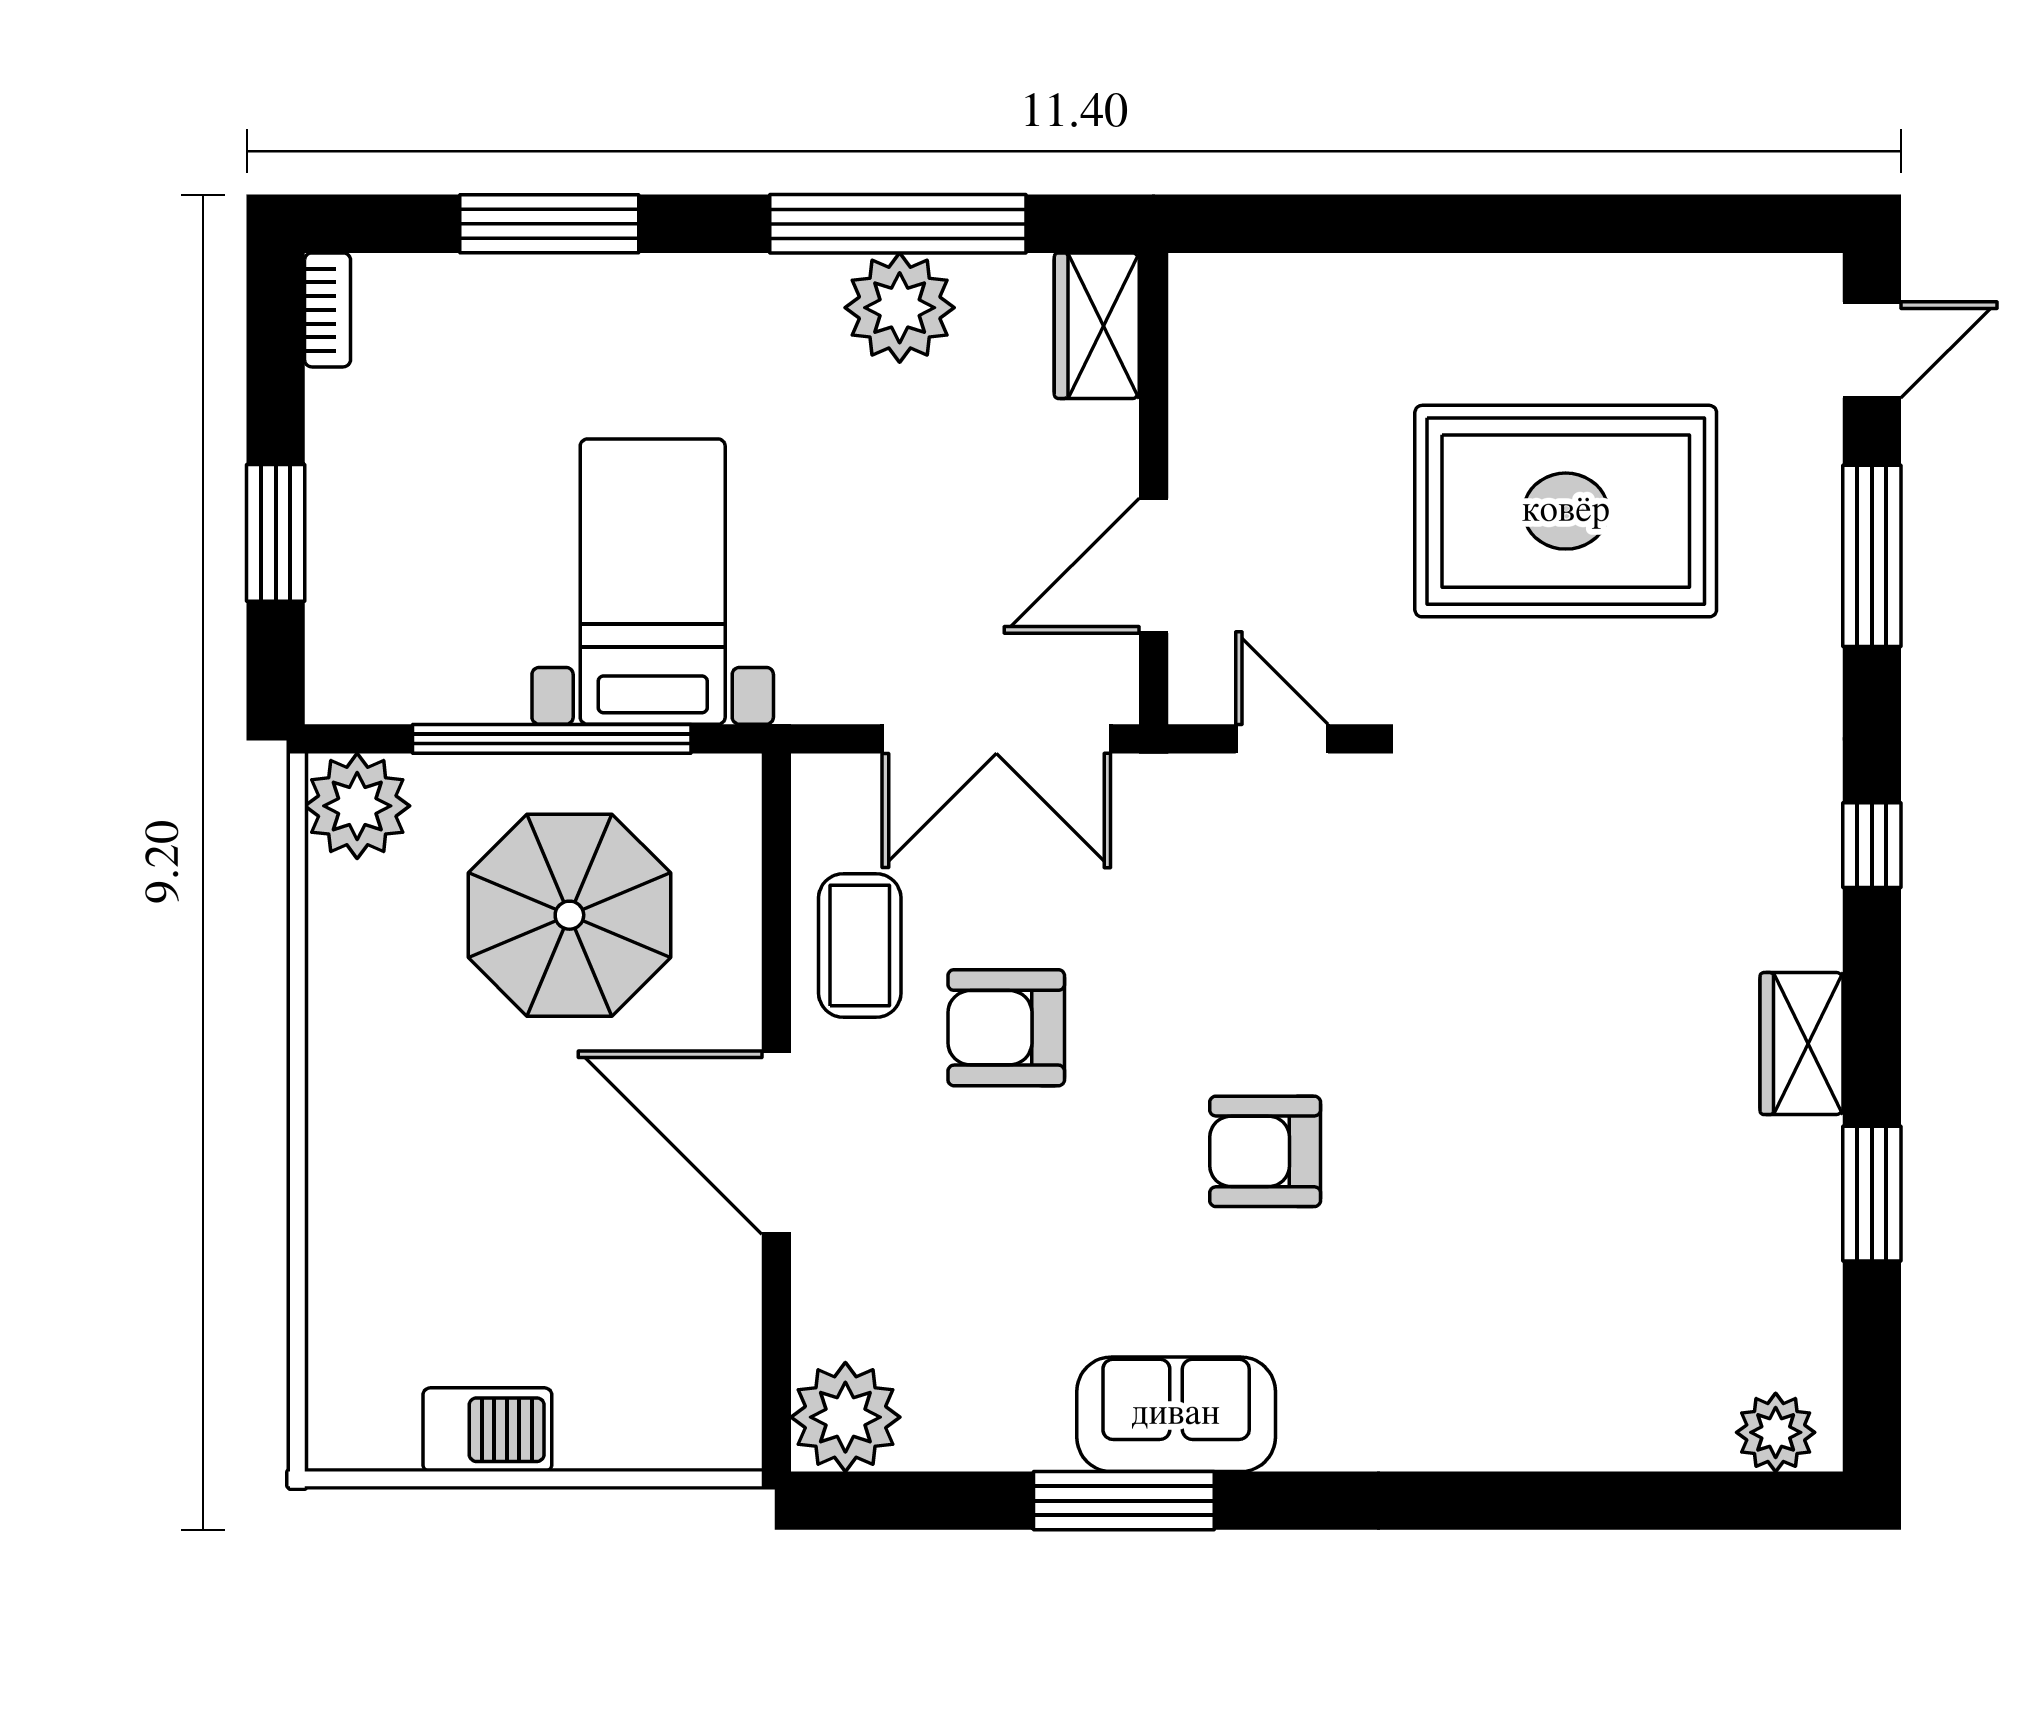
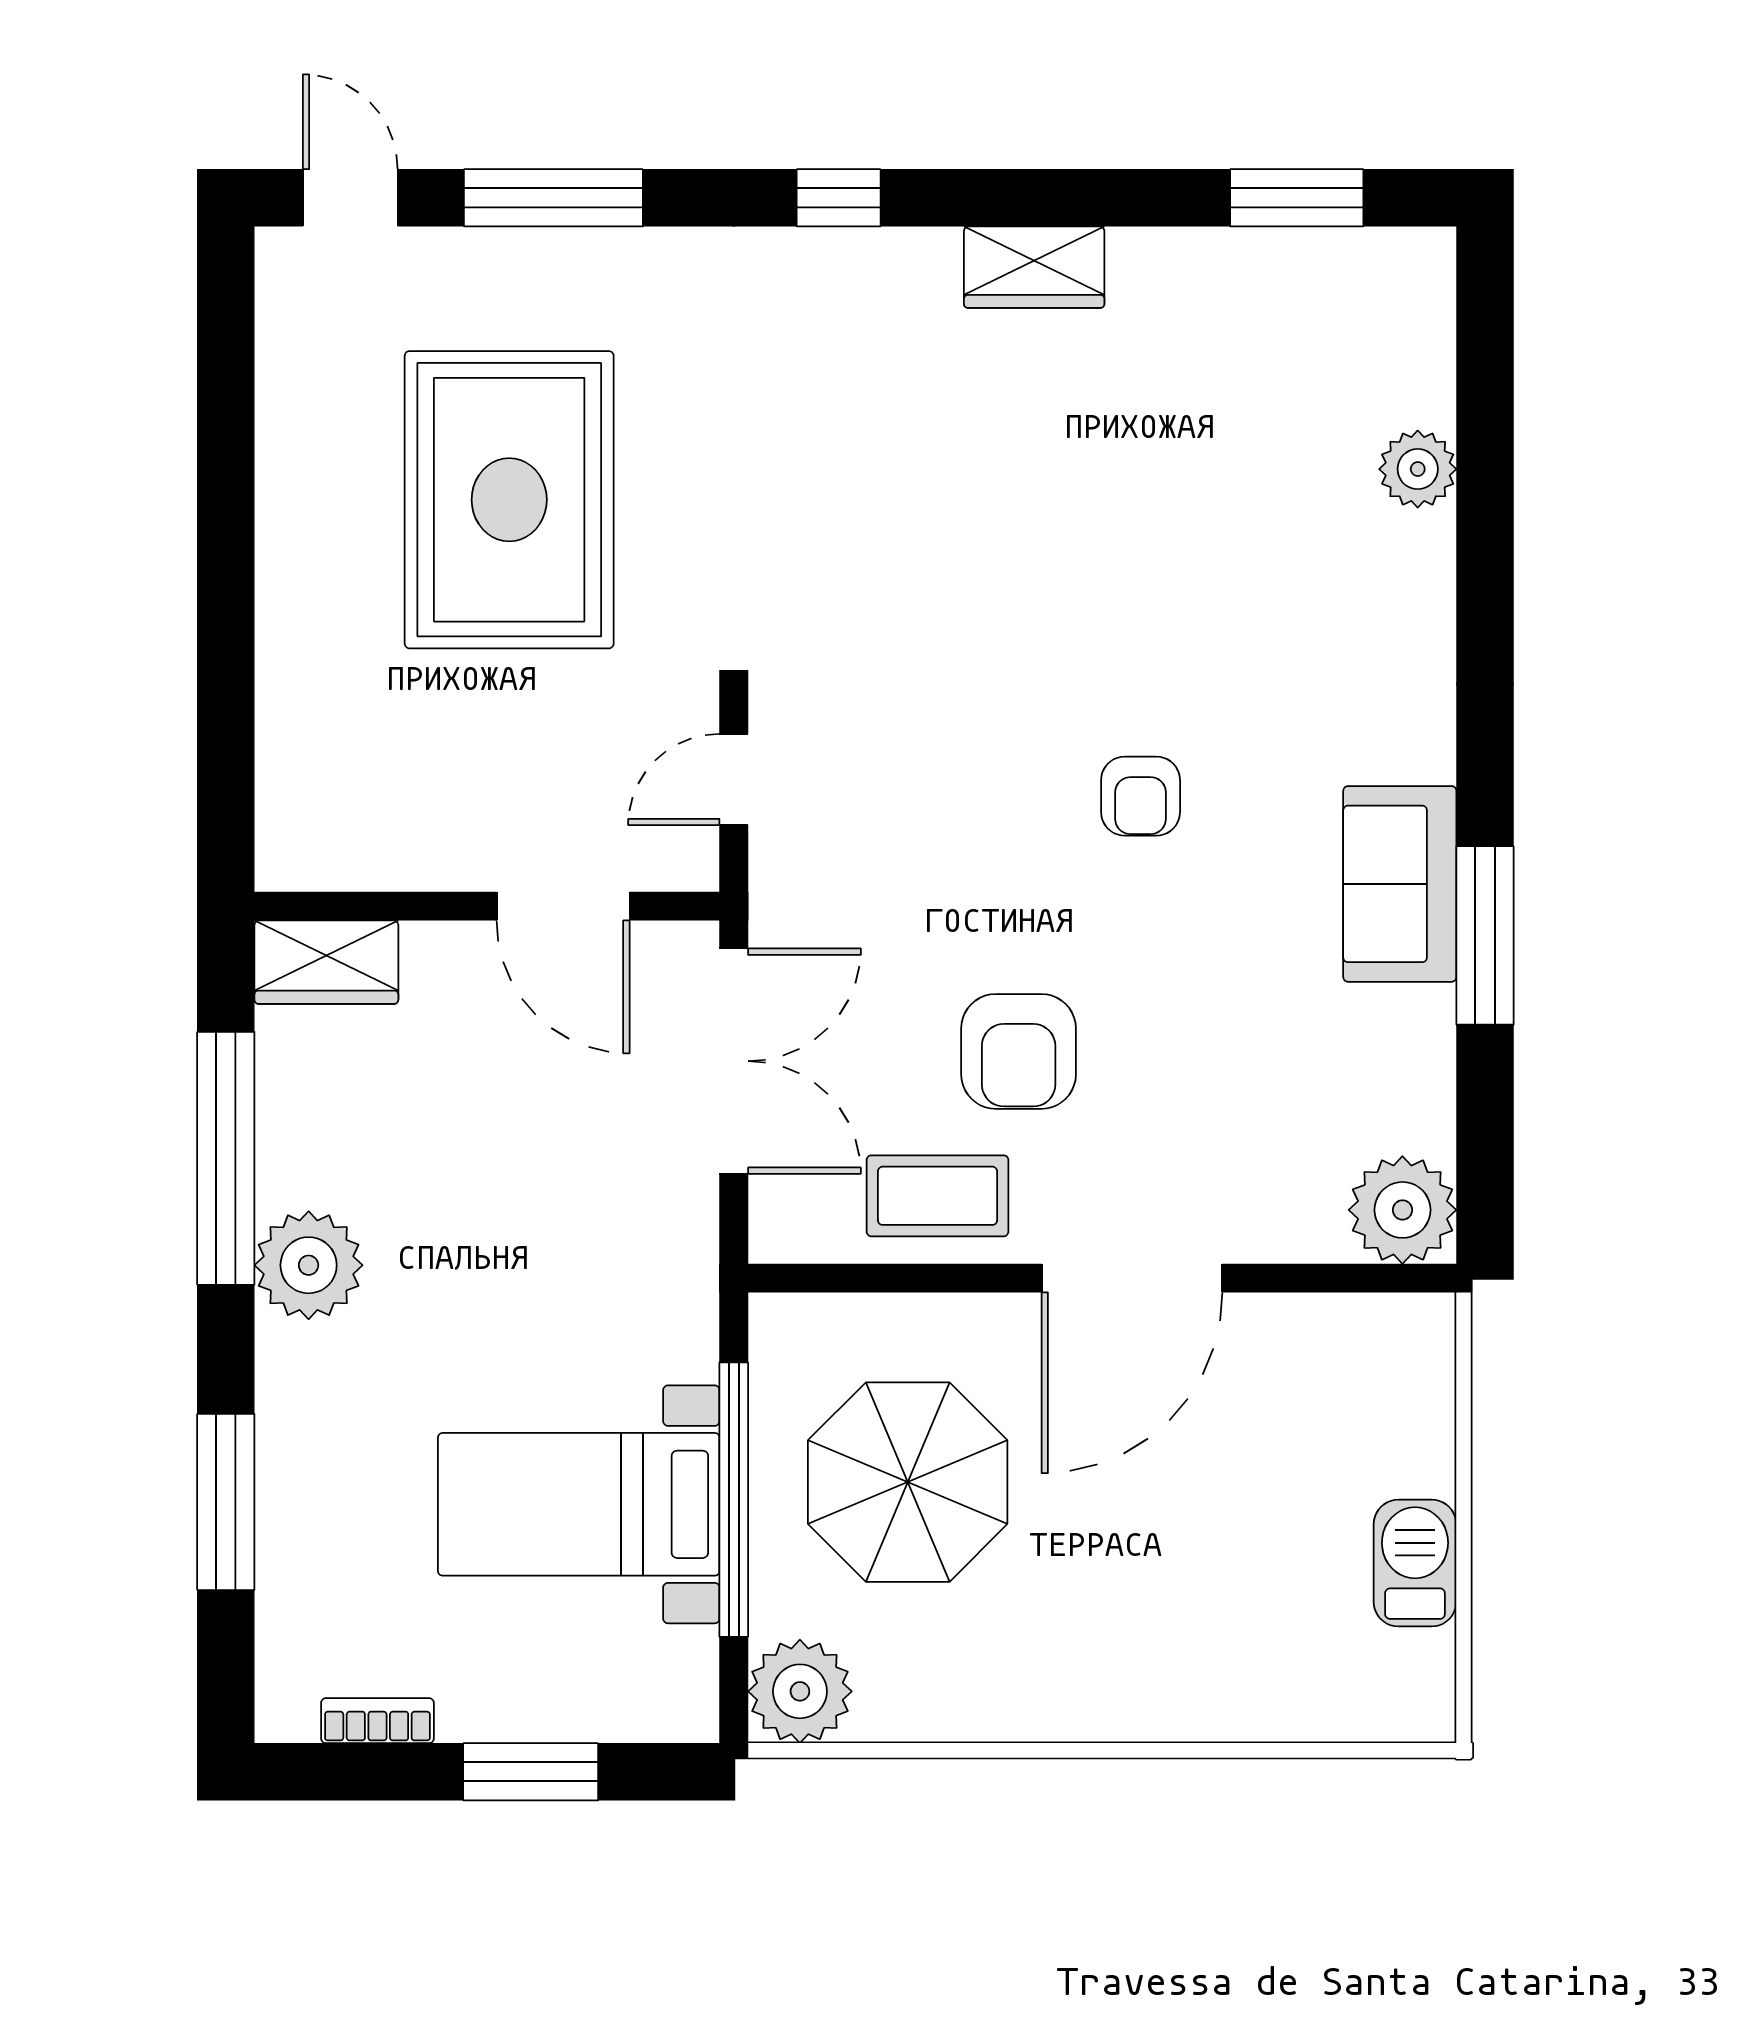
plant: (900, 308) -> (309, 1265), moved
bookcase: (328, 310) -> (377, 1721), moved
bed with nightstands: (653, 582) -> (579, 1504), moved
armchair: (1265, 1151) -> (1141, 796), width x0.72, depth x0.72
window: (1872, 1194) -> (1297, 198), moved
plant: (1776, 1432) -> (1418, 469), moved

